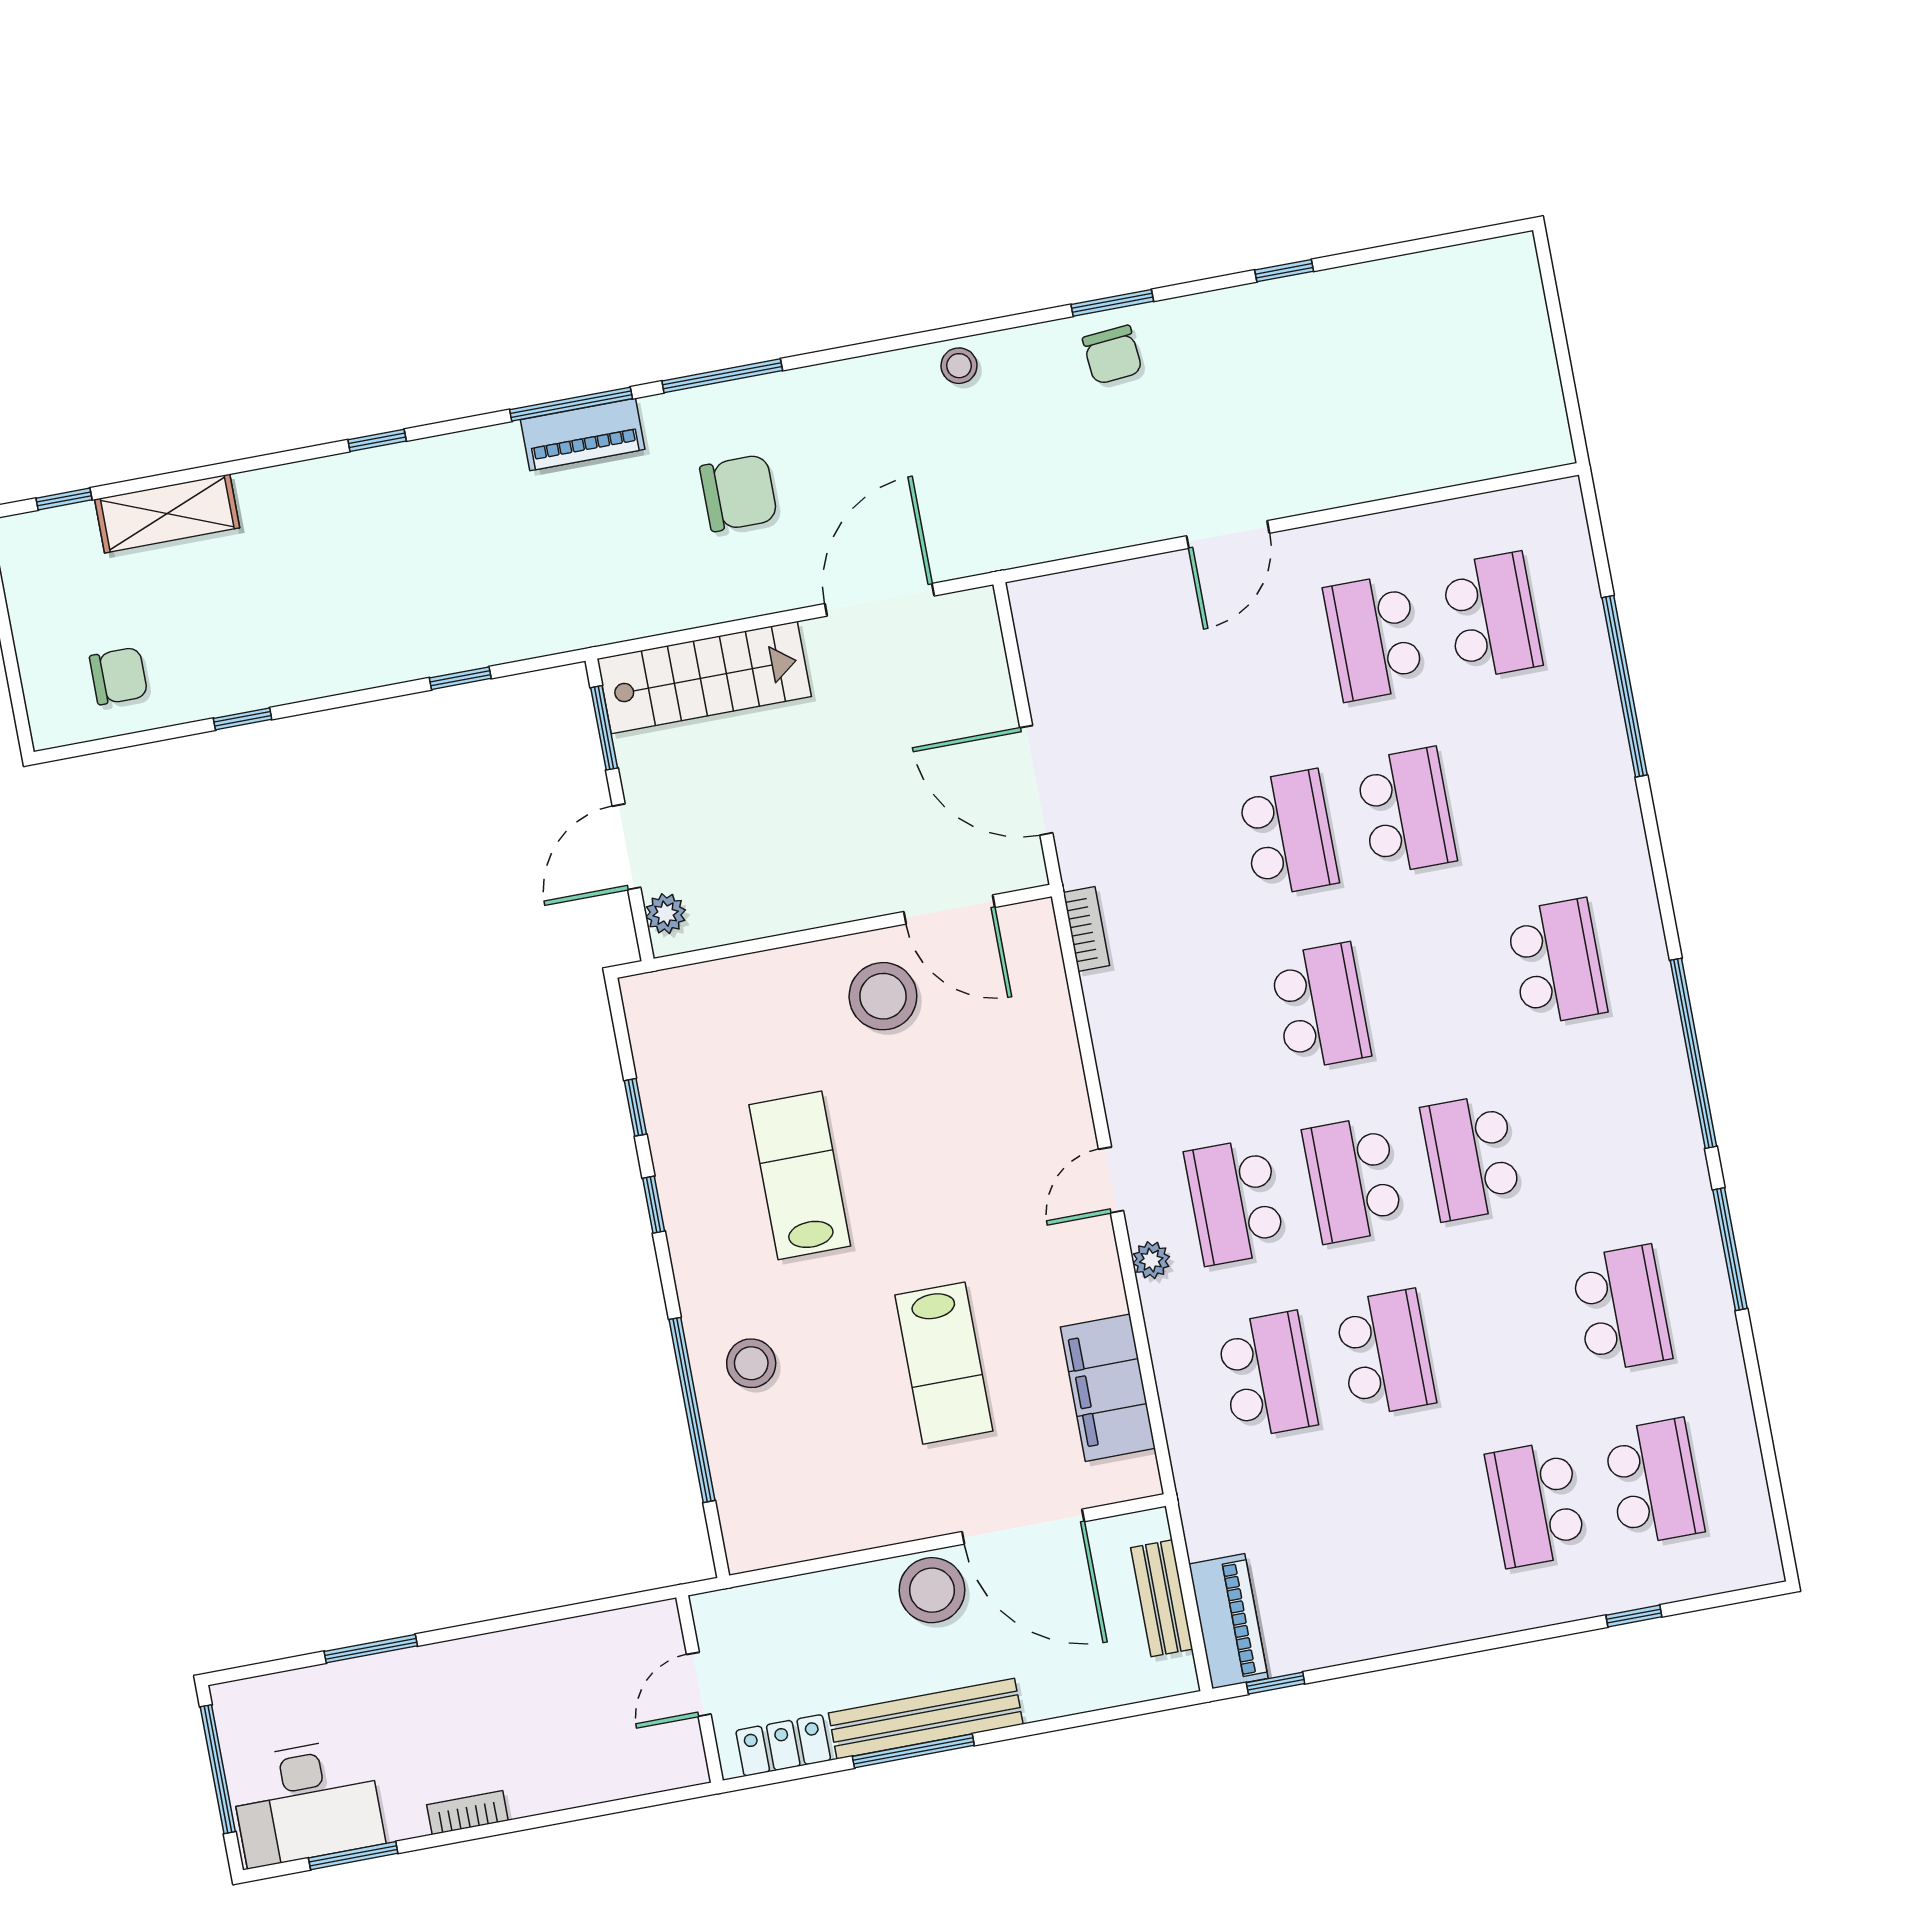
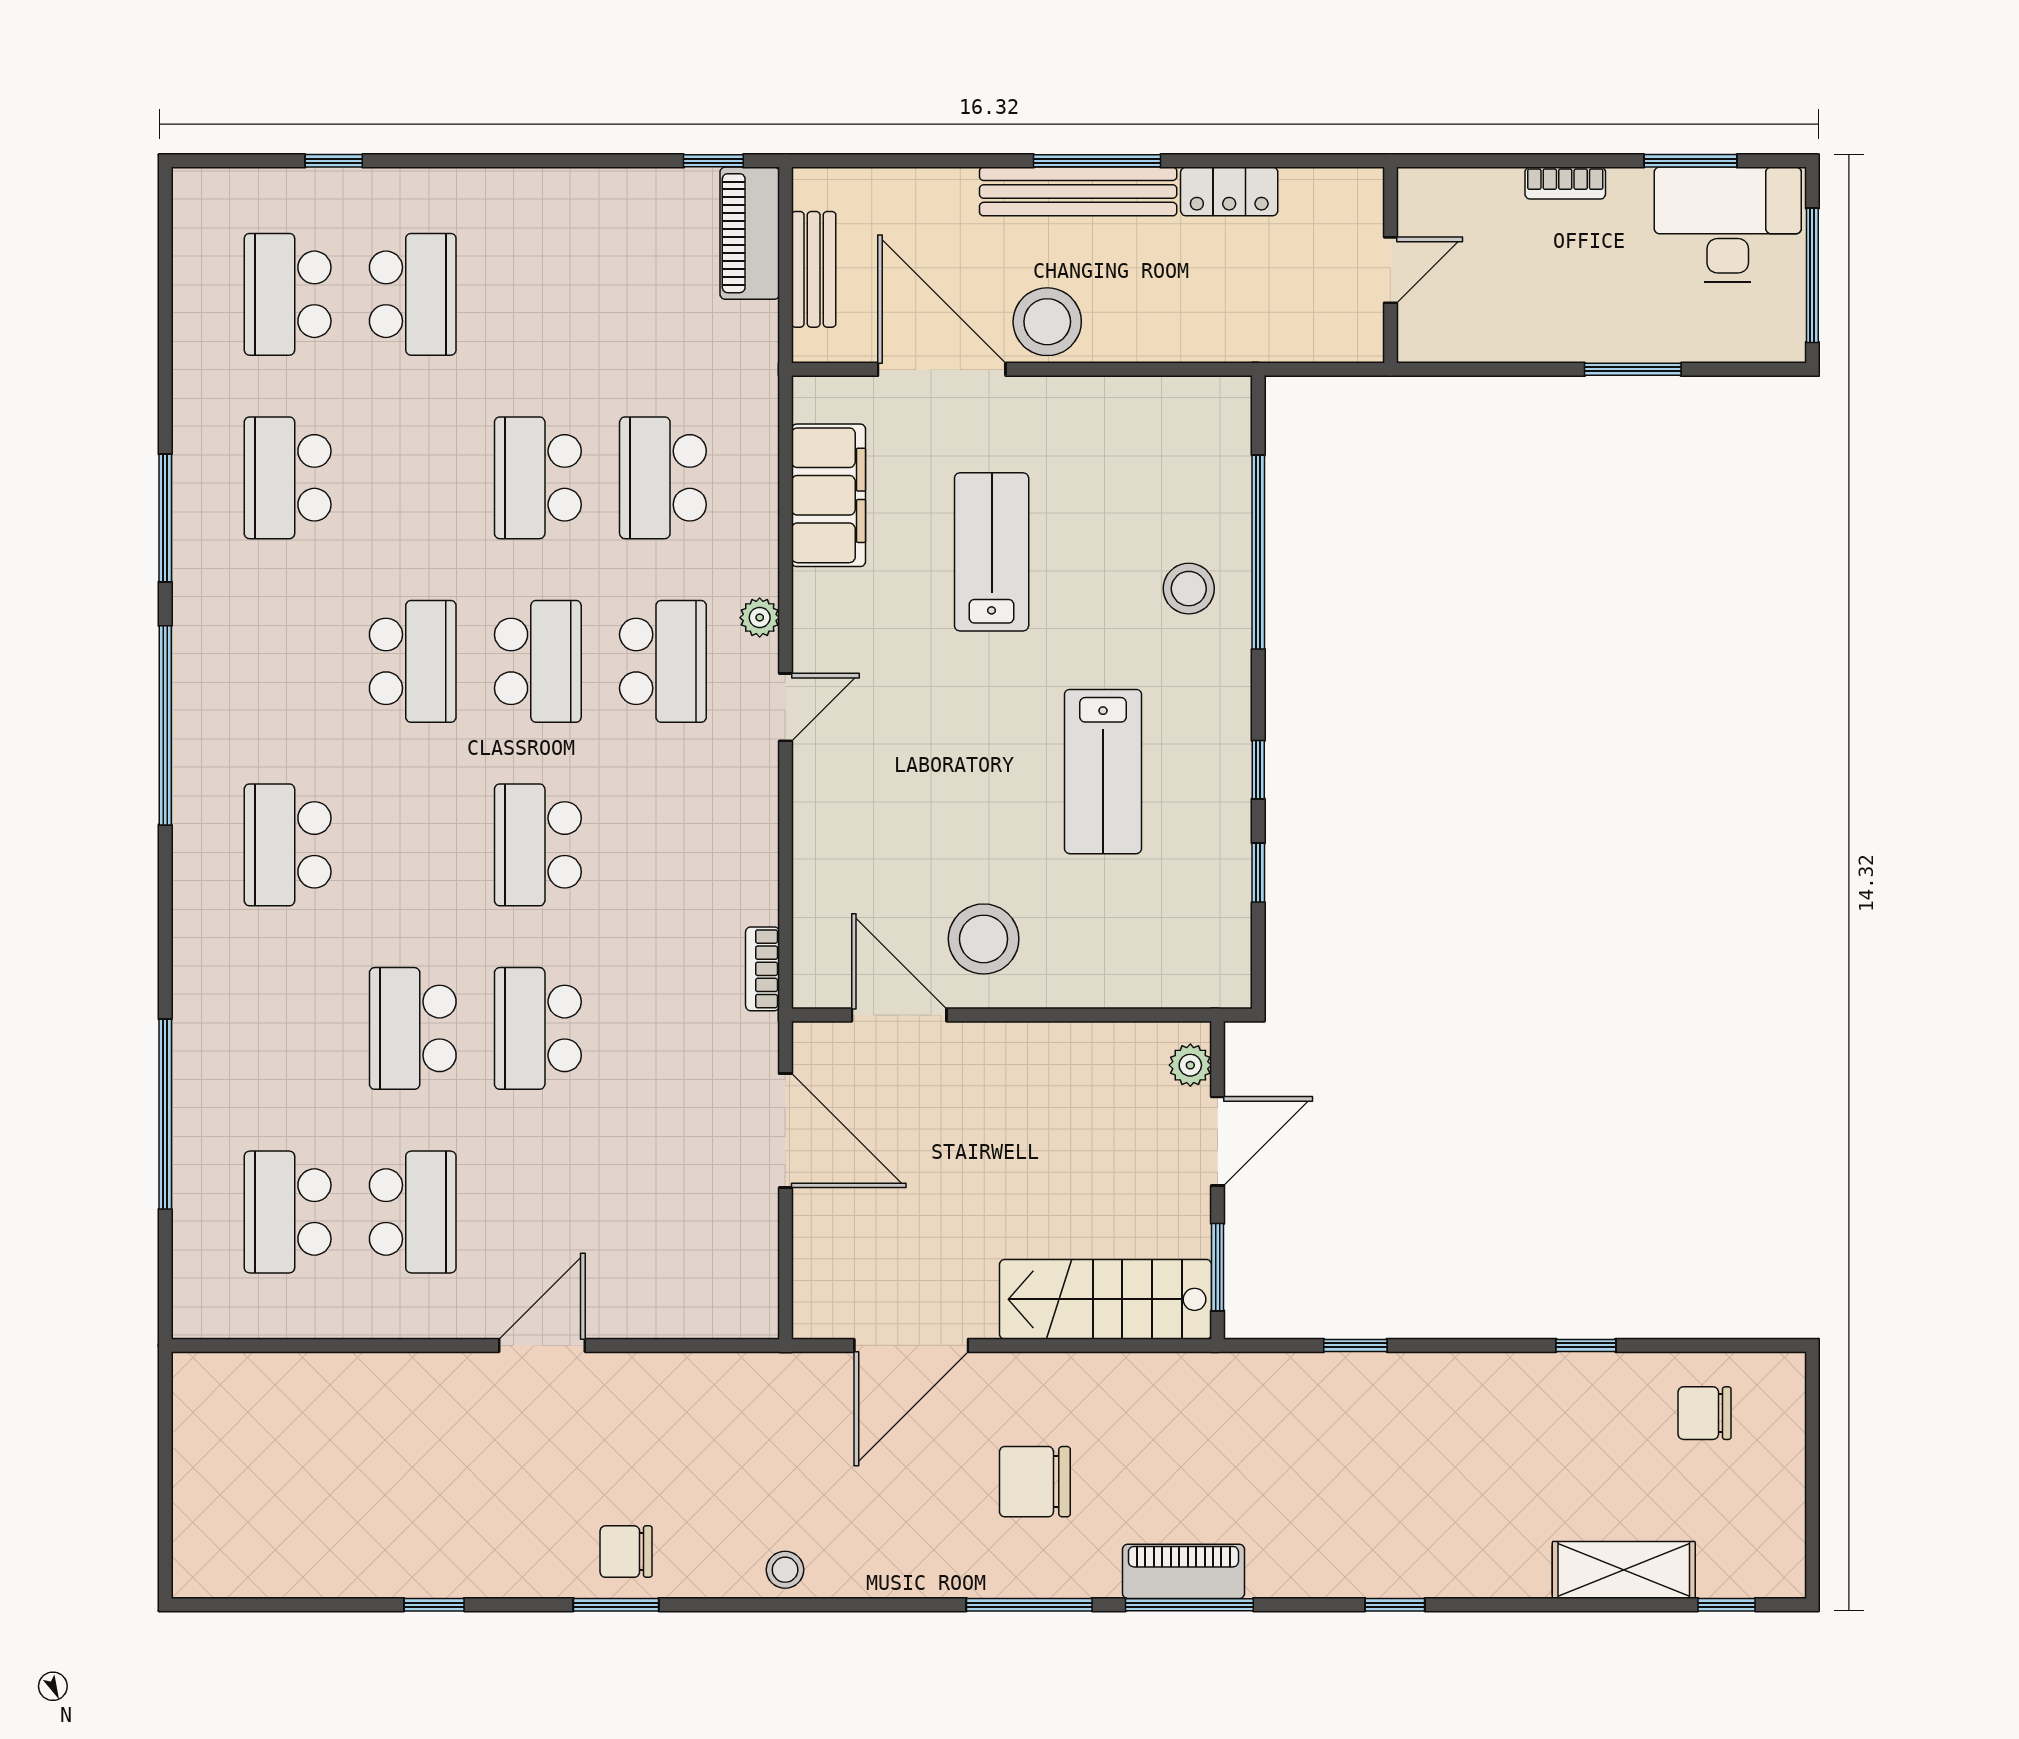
chair: (1112, 355) -> (626, 1552), turned -85
door: (699, 1684) -> (1390, 270), moved
wall: (700, 1689) -> (1390, 265), moved

